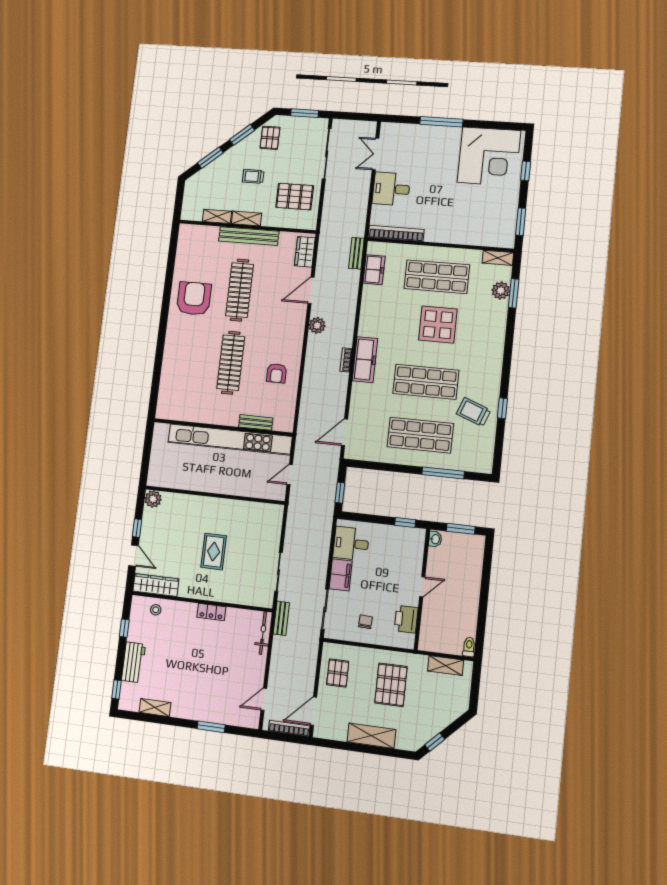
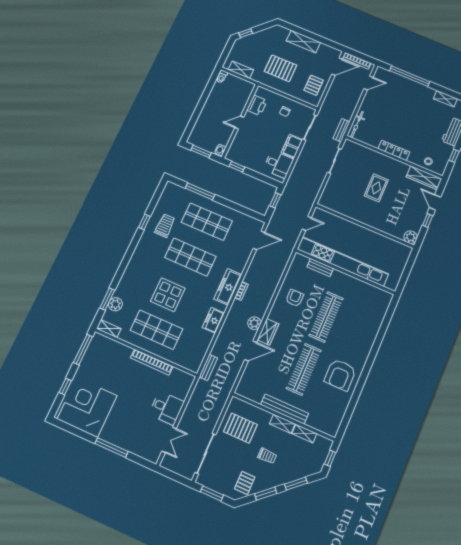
window: (179, 199) -> (330, 458), added
window: (521, 222) -> (83, 350), width x1.44
bookcase: (396, 233) -> (152, 362), moved
wardrobe: (305, 252) -> (268, 332), moved
freezer: (374, 270) -> (213, 320), moved
trolley: (474, 412) -> (165, 226), turned -111
locker: (211, 612) -> (394, 150), width x1.53
pallet: (391, 685) -> (281, 68), turned 90
window: (211, 727) -> (410, 76), width x2.11
window: (435, 742) -> (246, 33), moved

